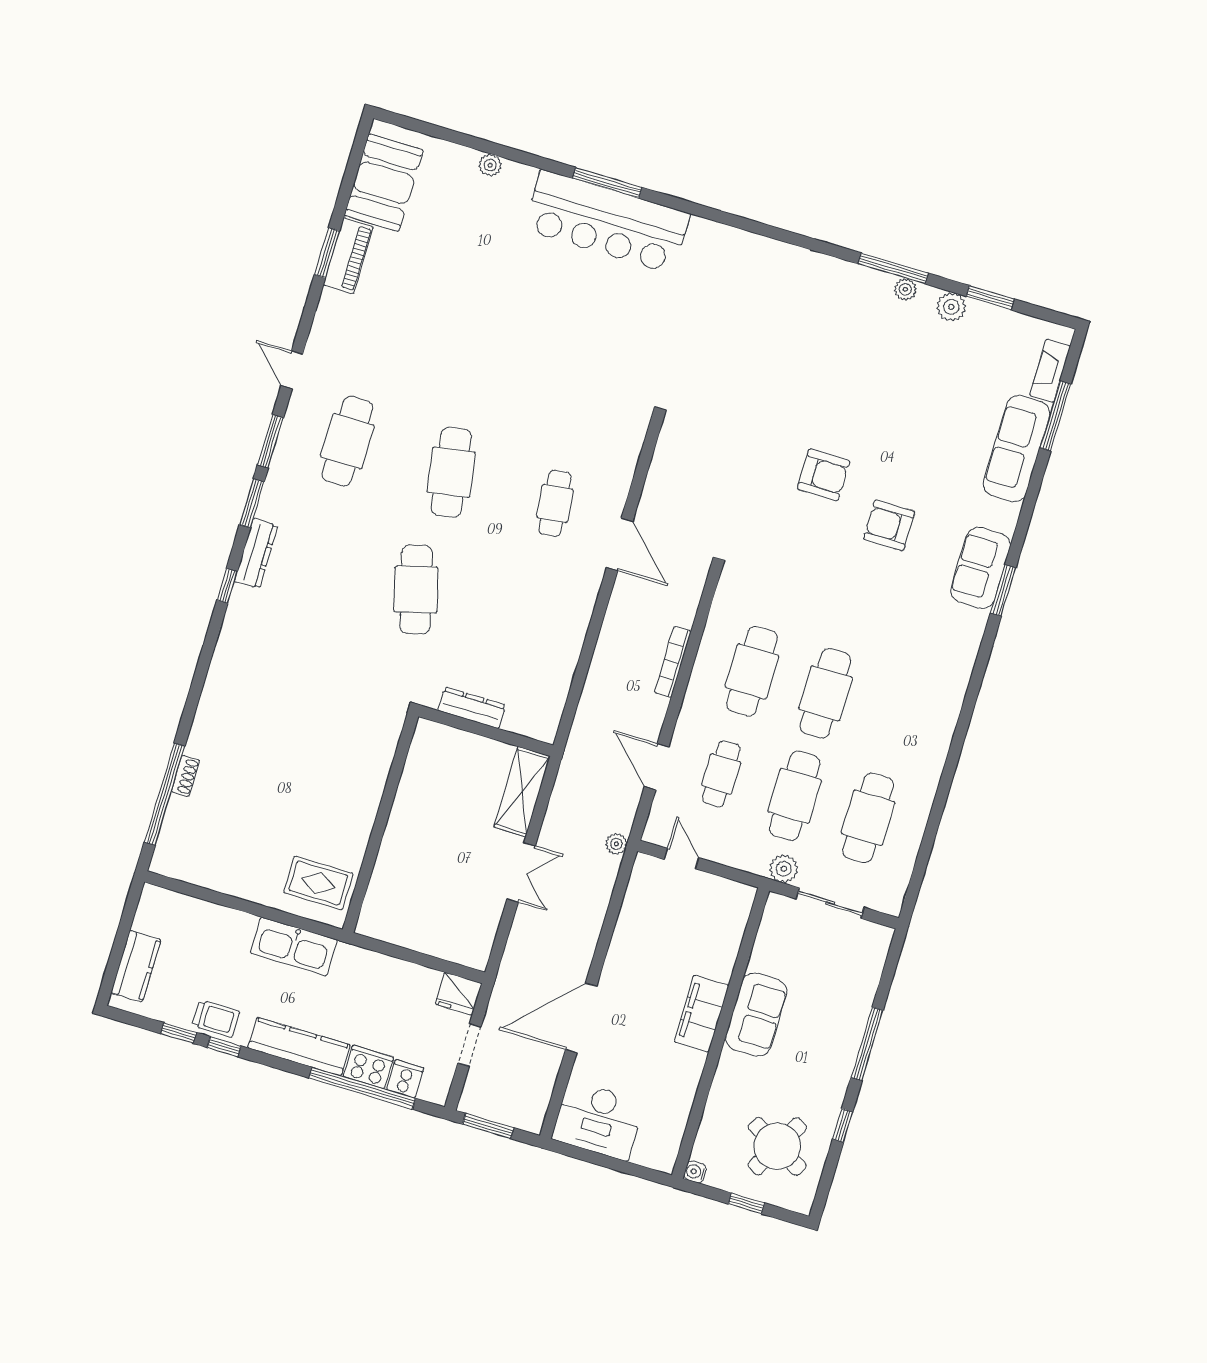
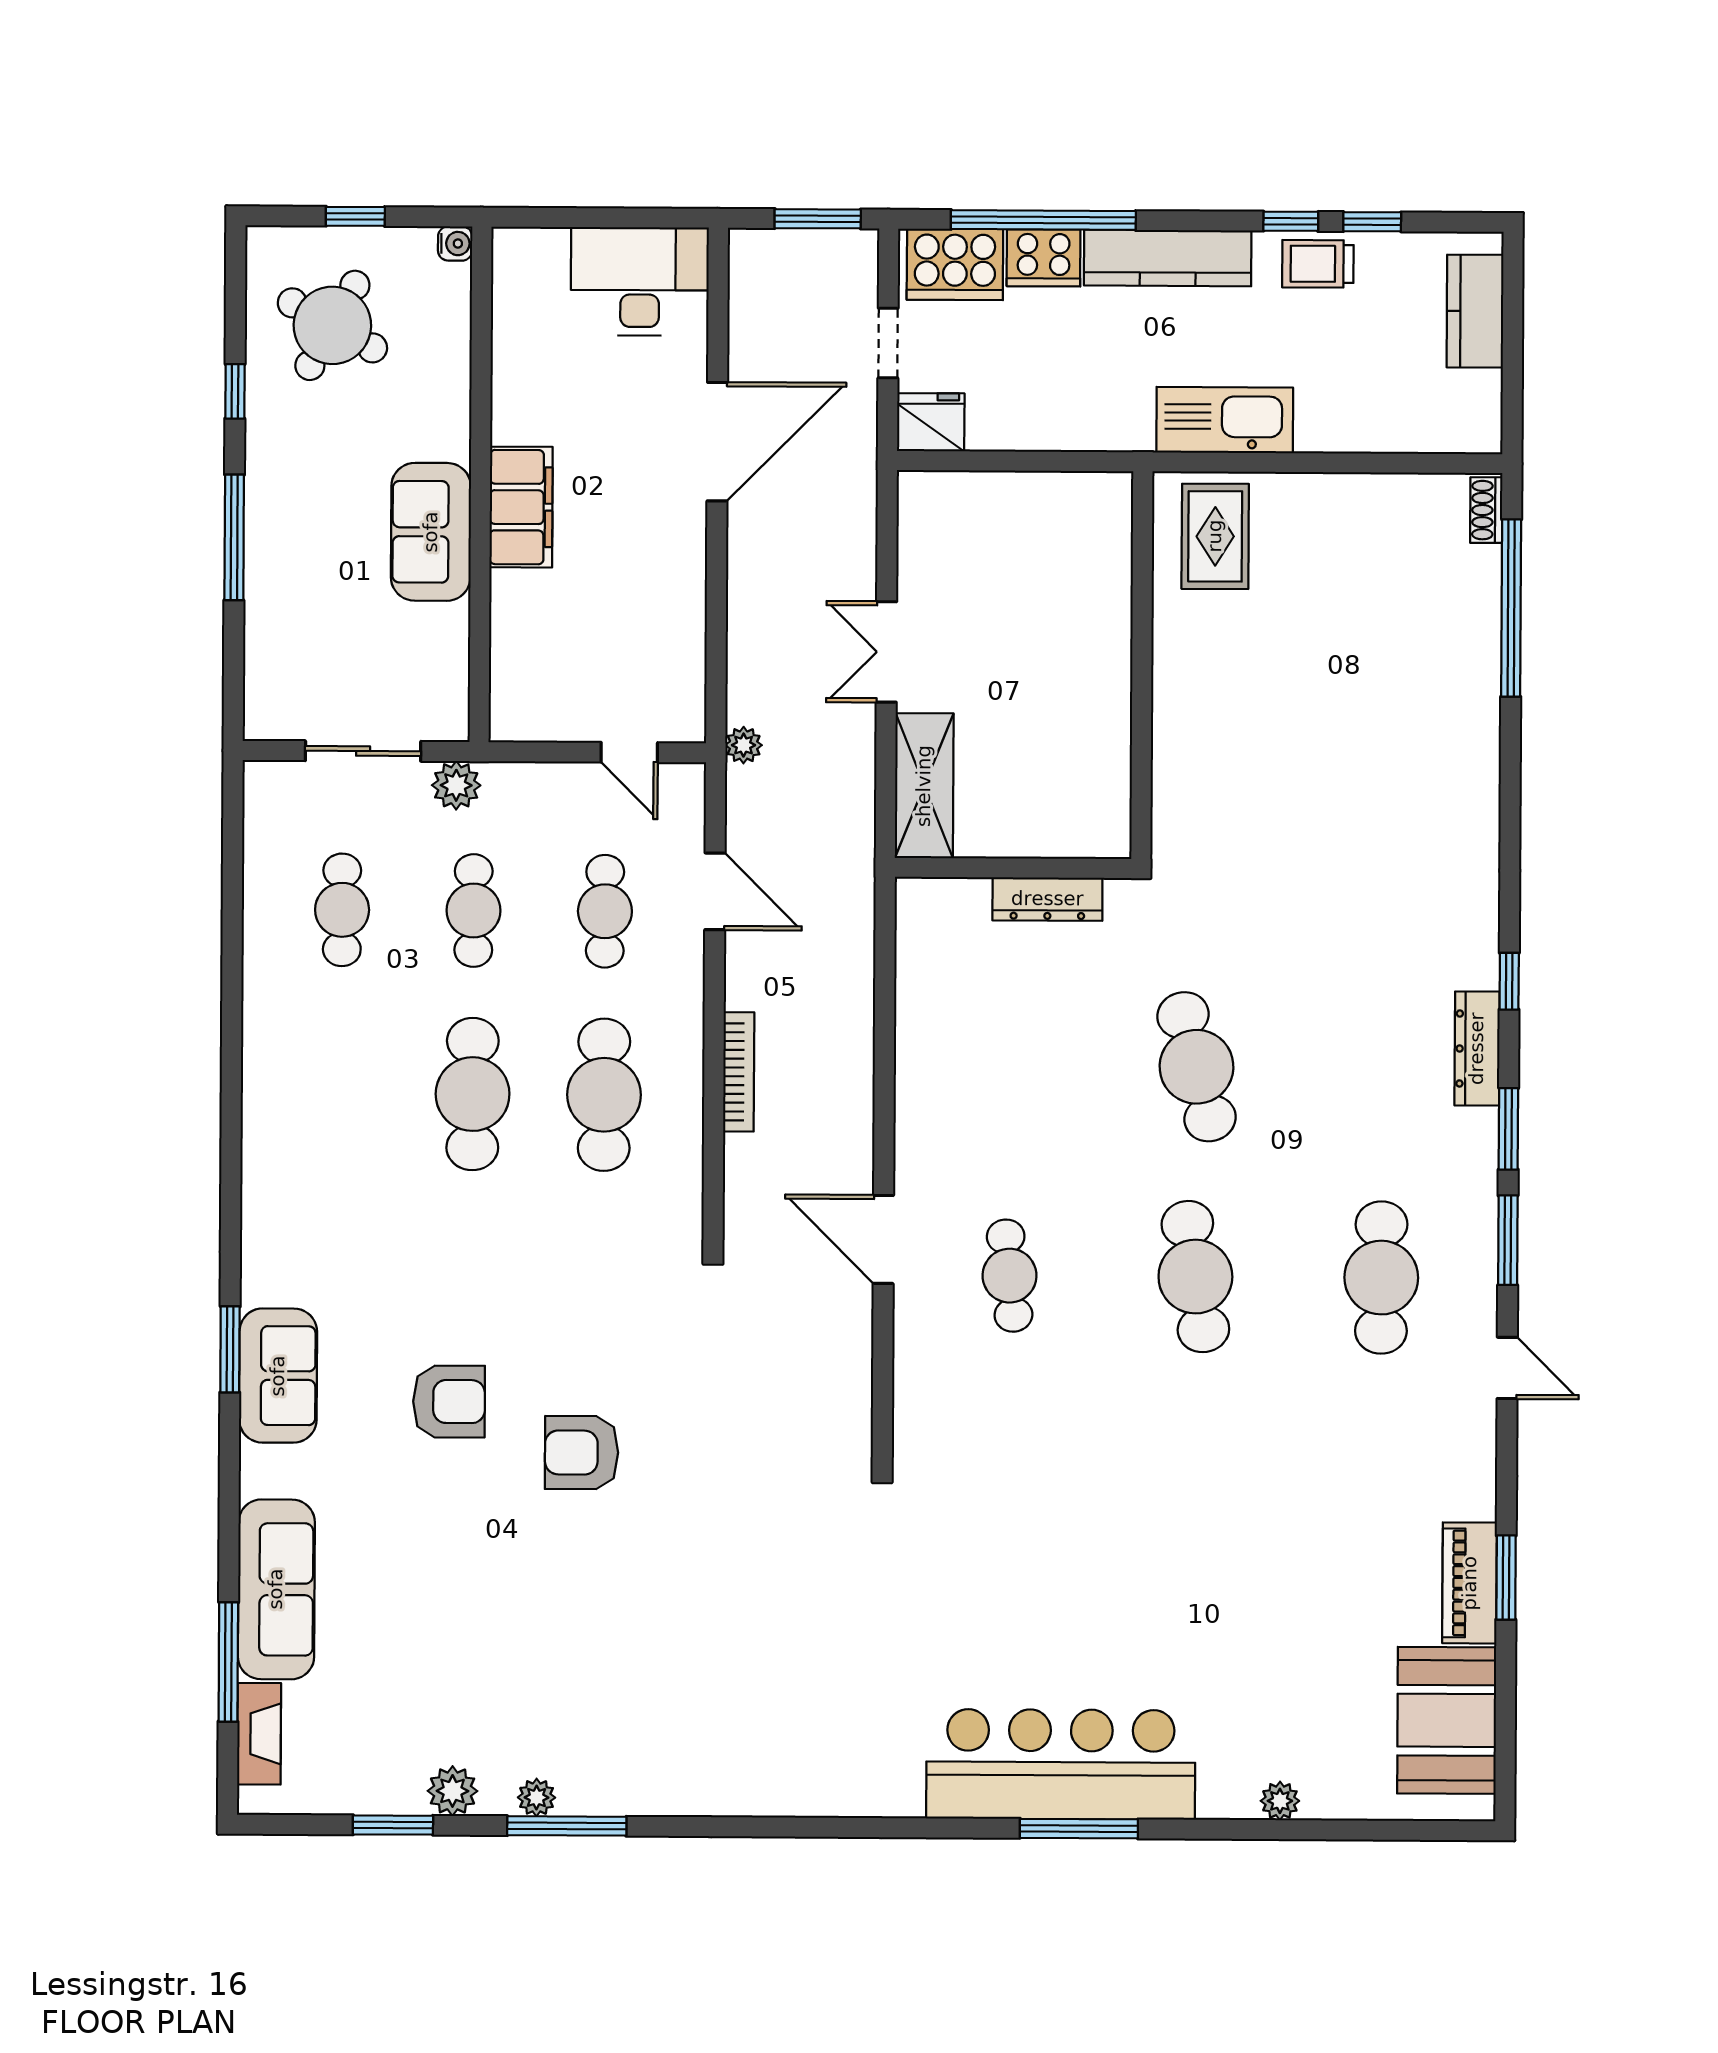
shoe rack: (185, 776) -> (1486, 510), moved
cafe table: (795, 796) -> (474, 911), width x0.73, depth x0.74
cafe table: (868, 818) -> (342, 910), width x0.73, depth x0.74
rug: (318, 883) -> (1215, 536), turned 90
cooker: (405, 1079) -> (955, 264), width x1.87, depth x1.31

